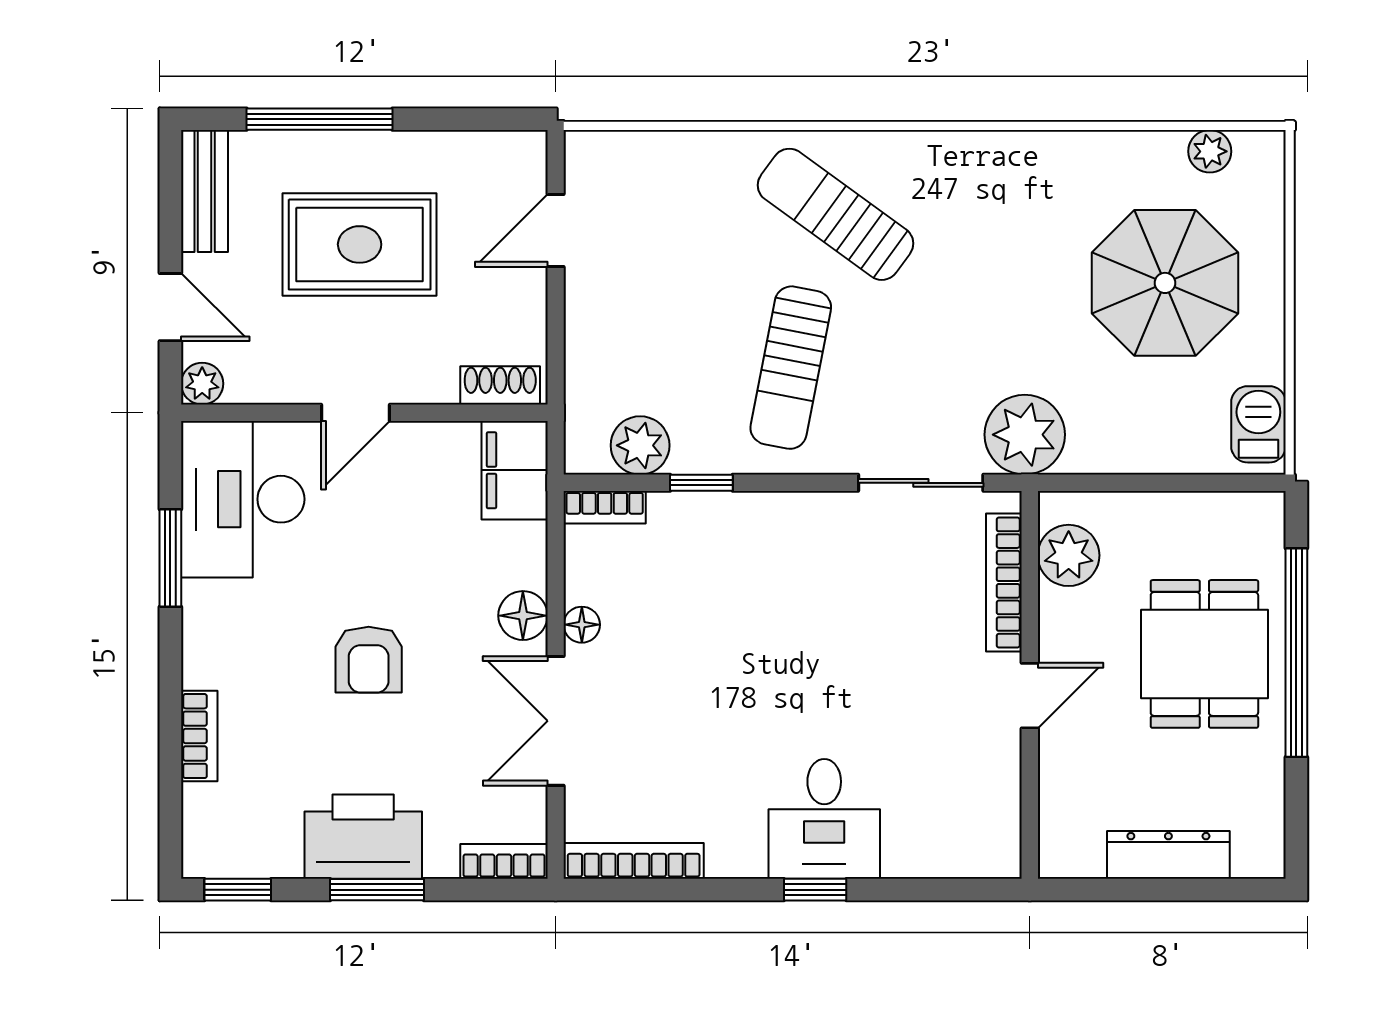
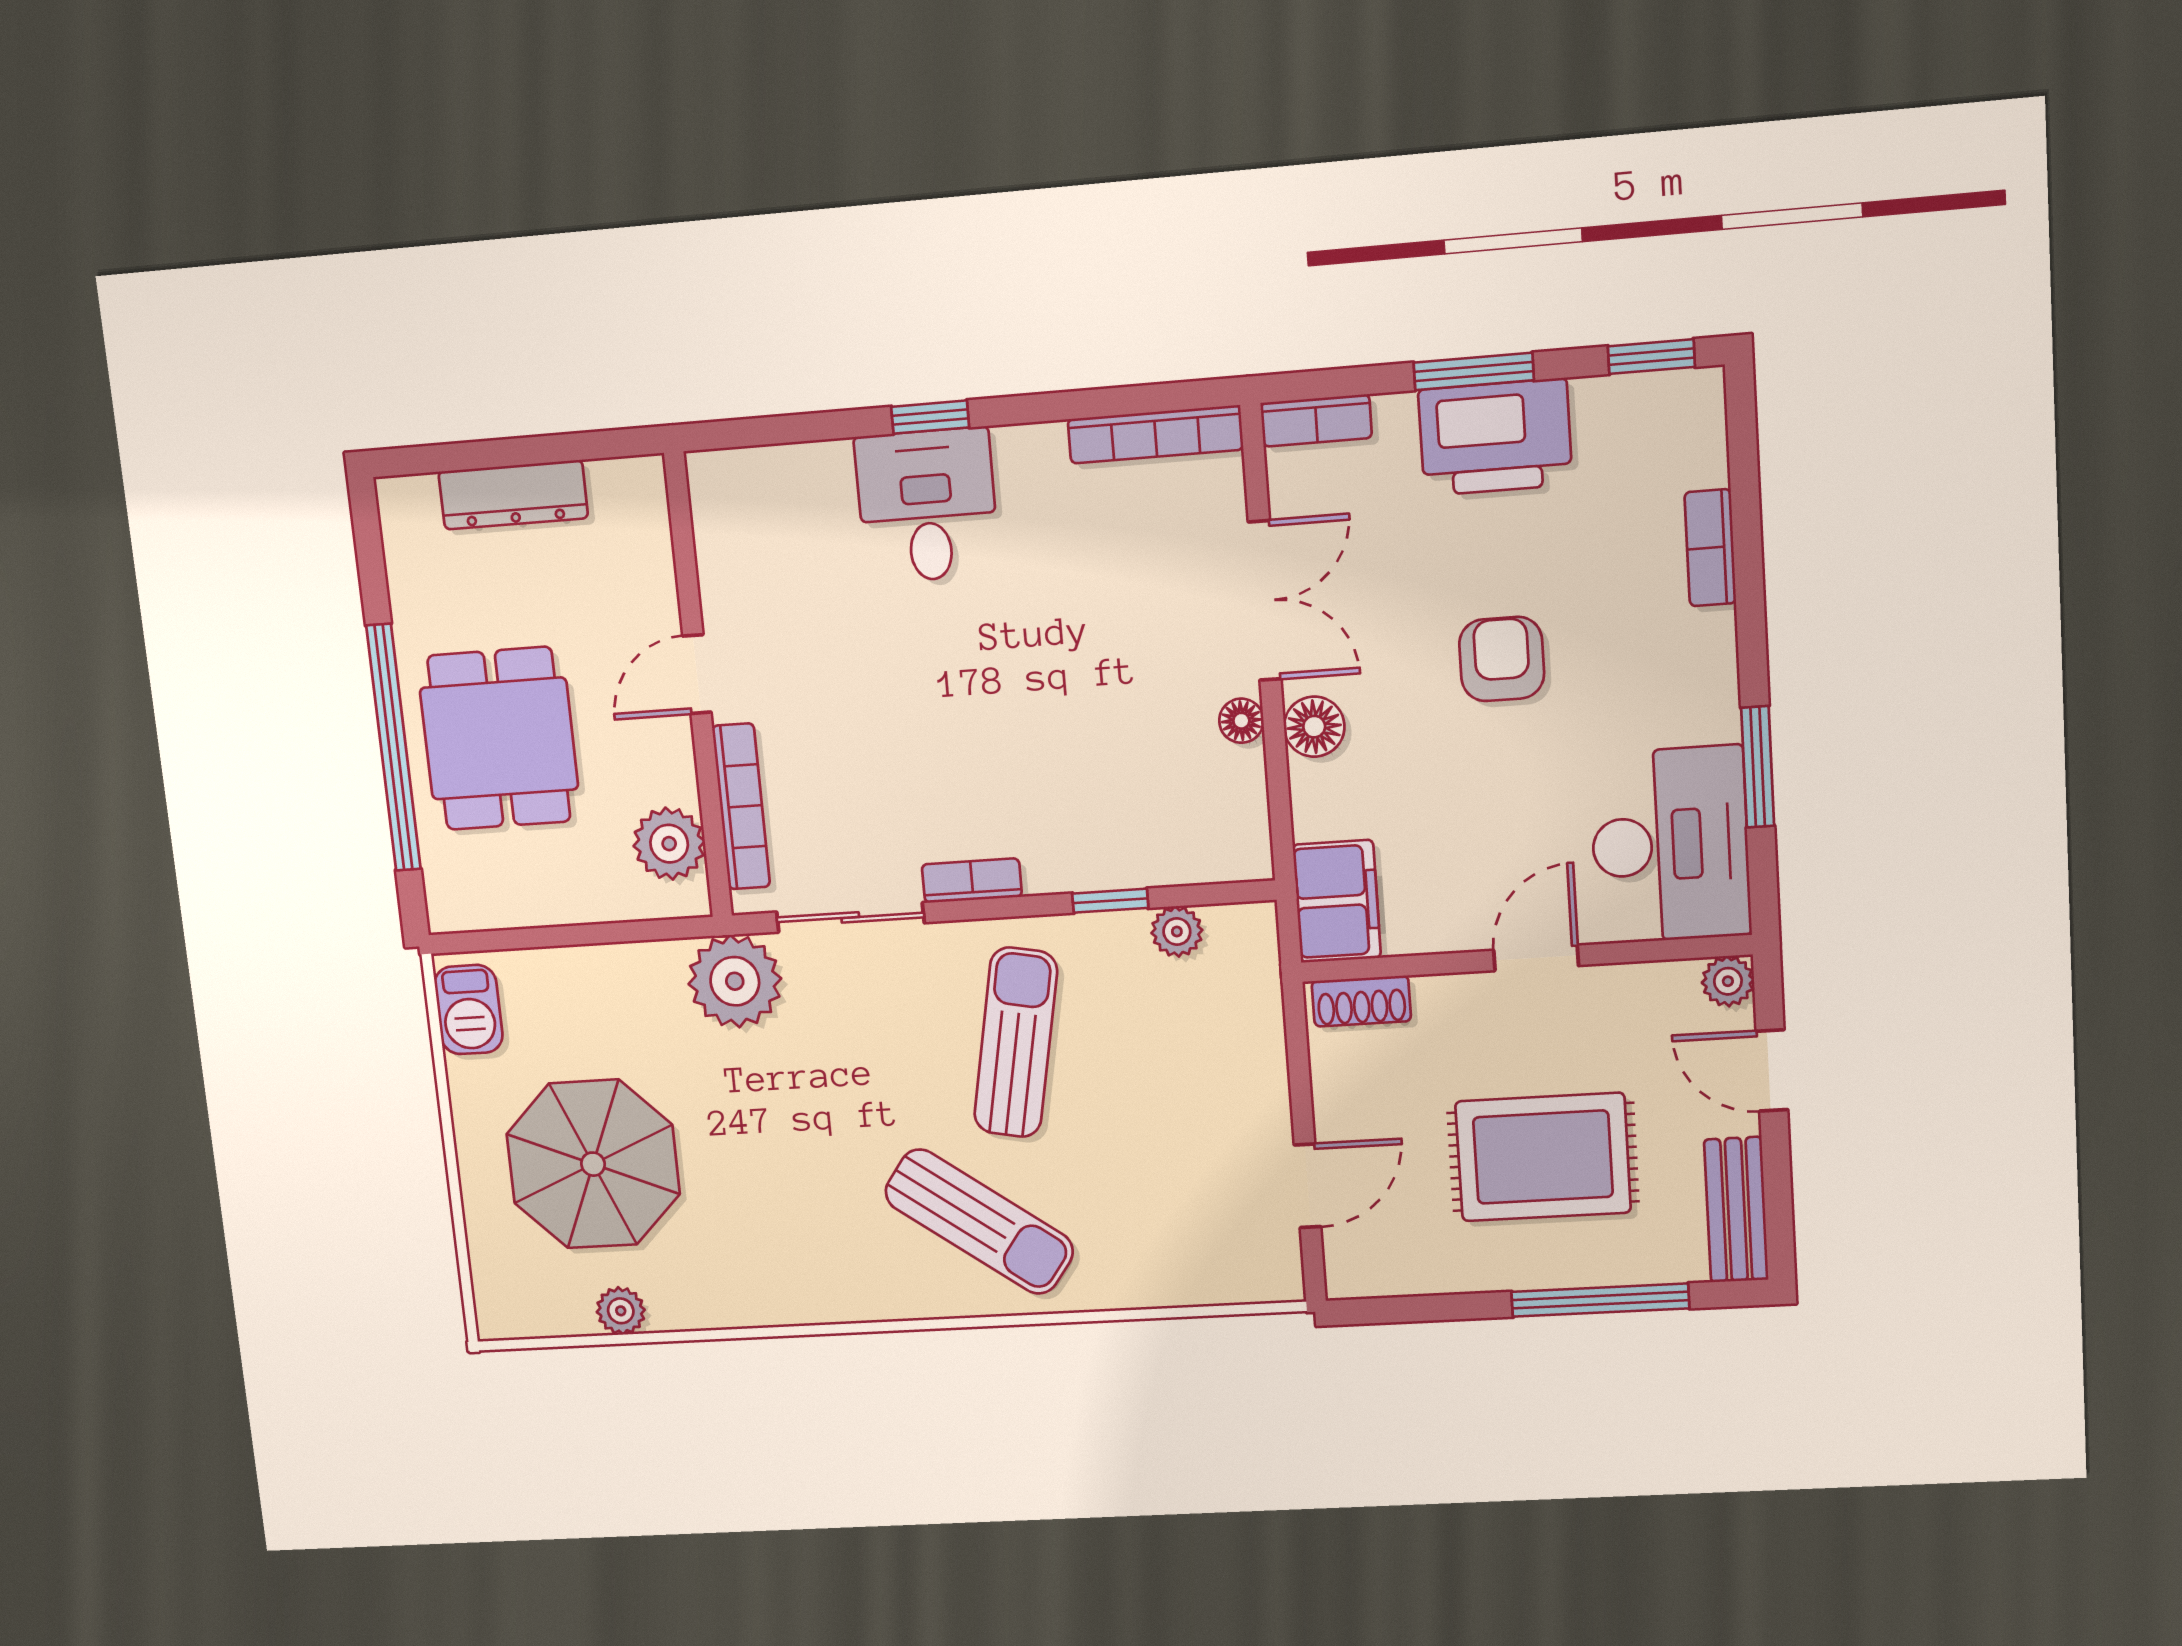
plant: (1210, 151) -> (621, 1311), moved
plant: (640, 445) -> (1177, 931), width x0.73, depth x0.73
bookcase: (605, 507) -> (972, 881), moved

